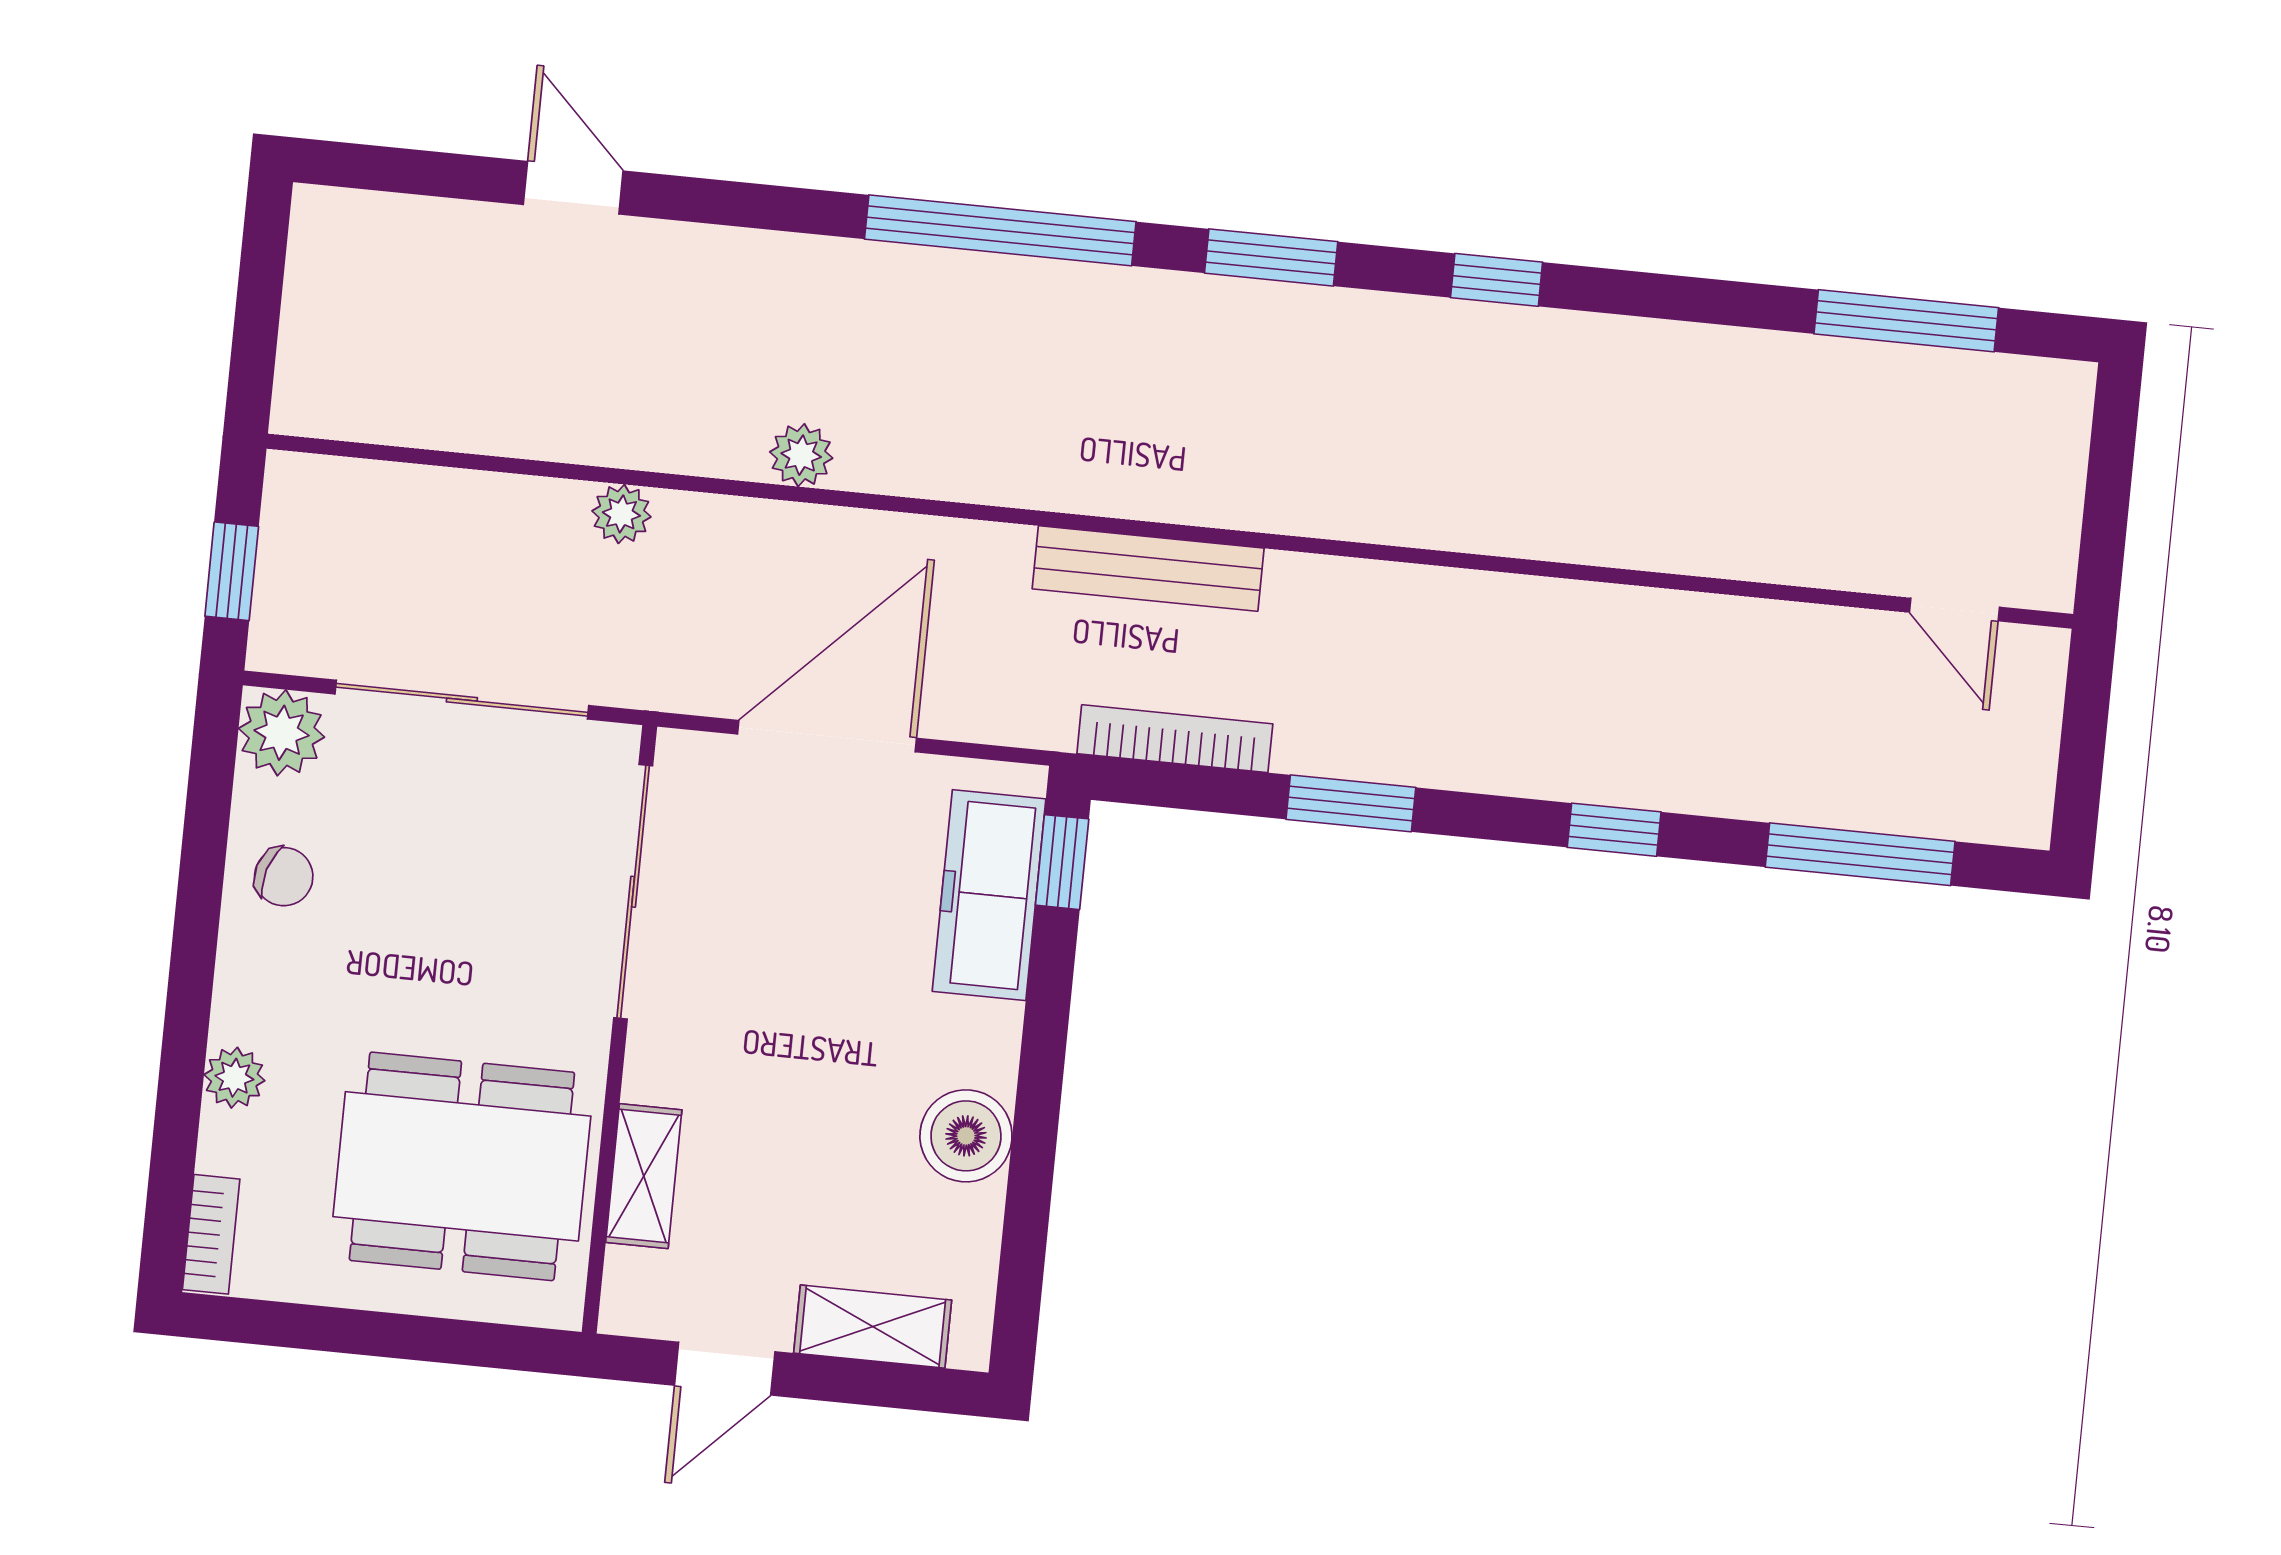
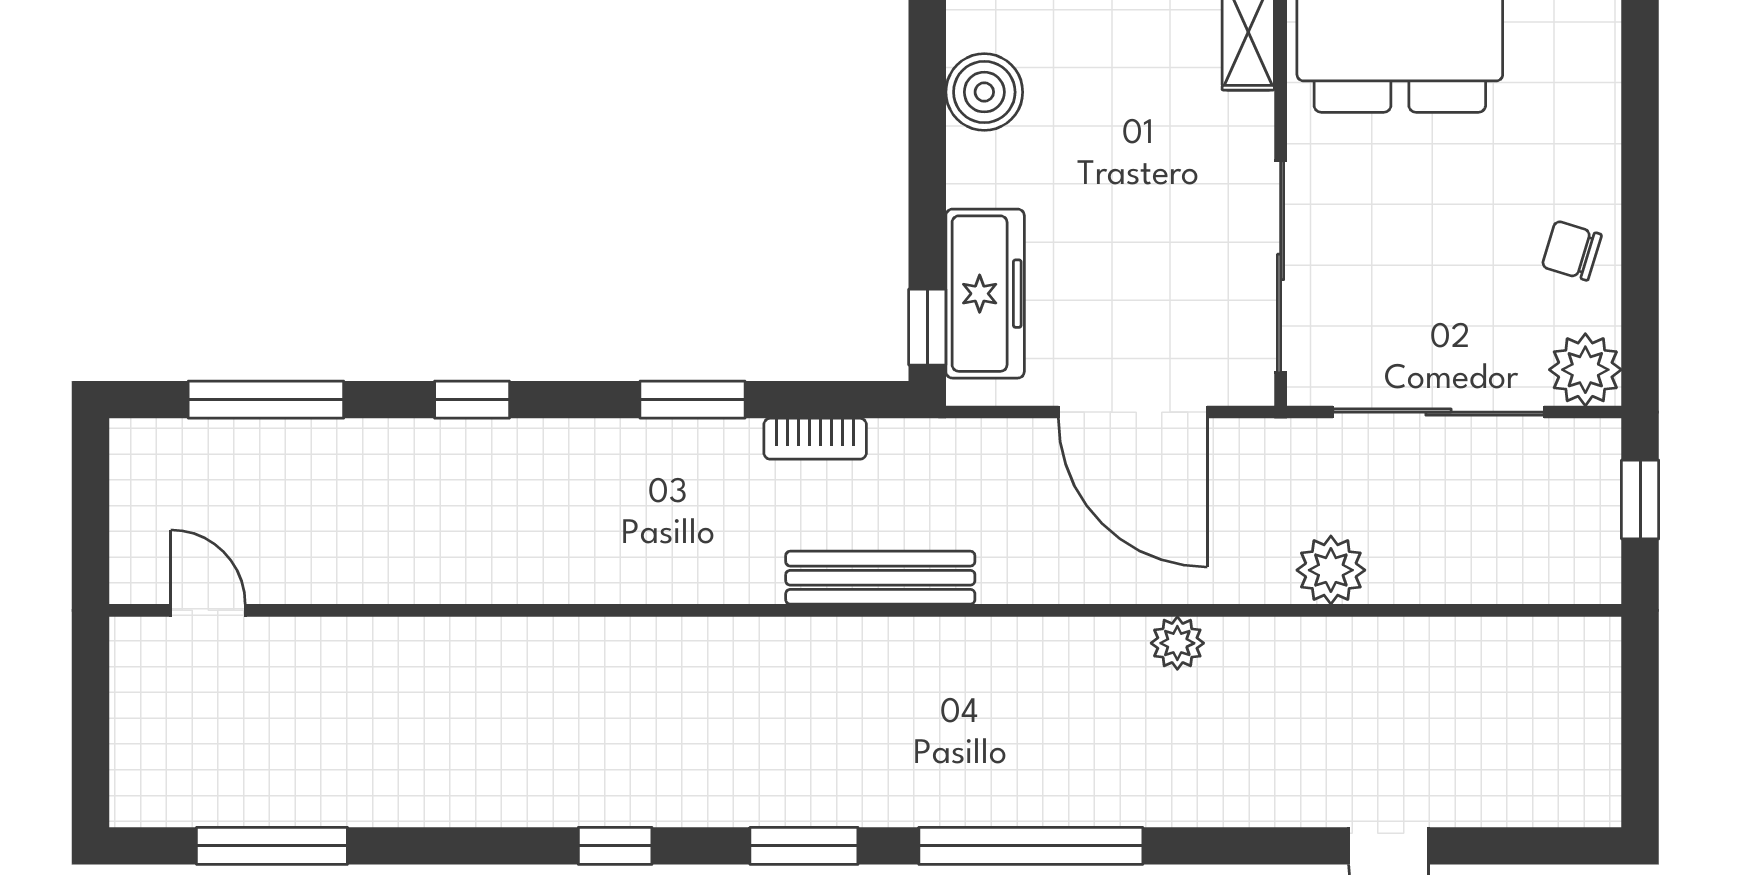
plant: (621, 514) -> (1331, 570), width x1.38, depth x1.38
door: (827, 736) -> (1133, 412), hinge flipped
bookcase: (1175, 739) -> (815, 439), width x0.64
plant: (234, 1078) -> (1596, 80), removed

